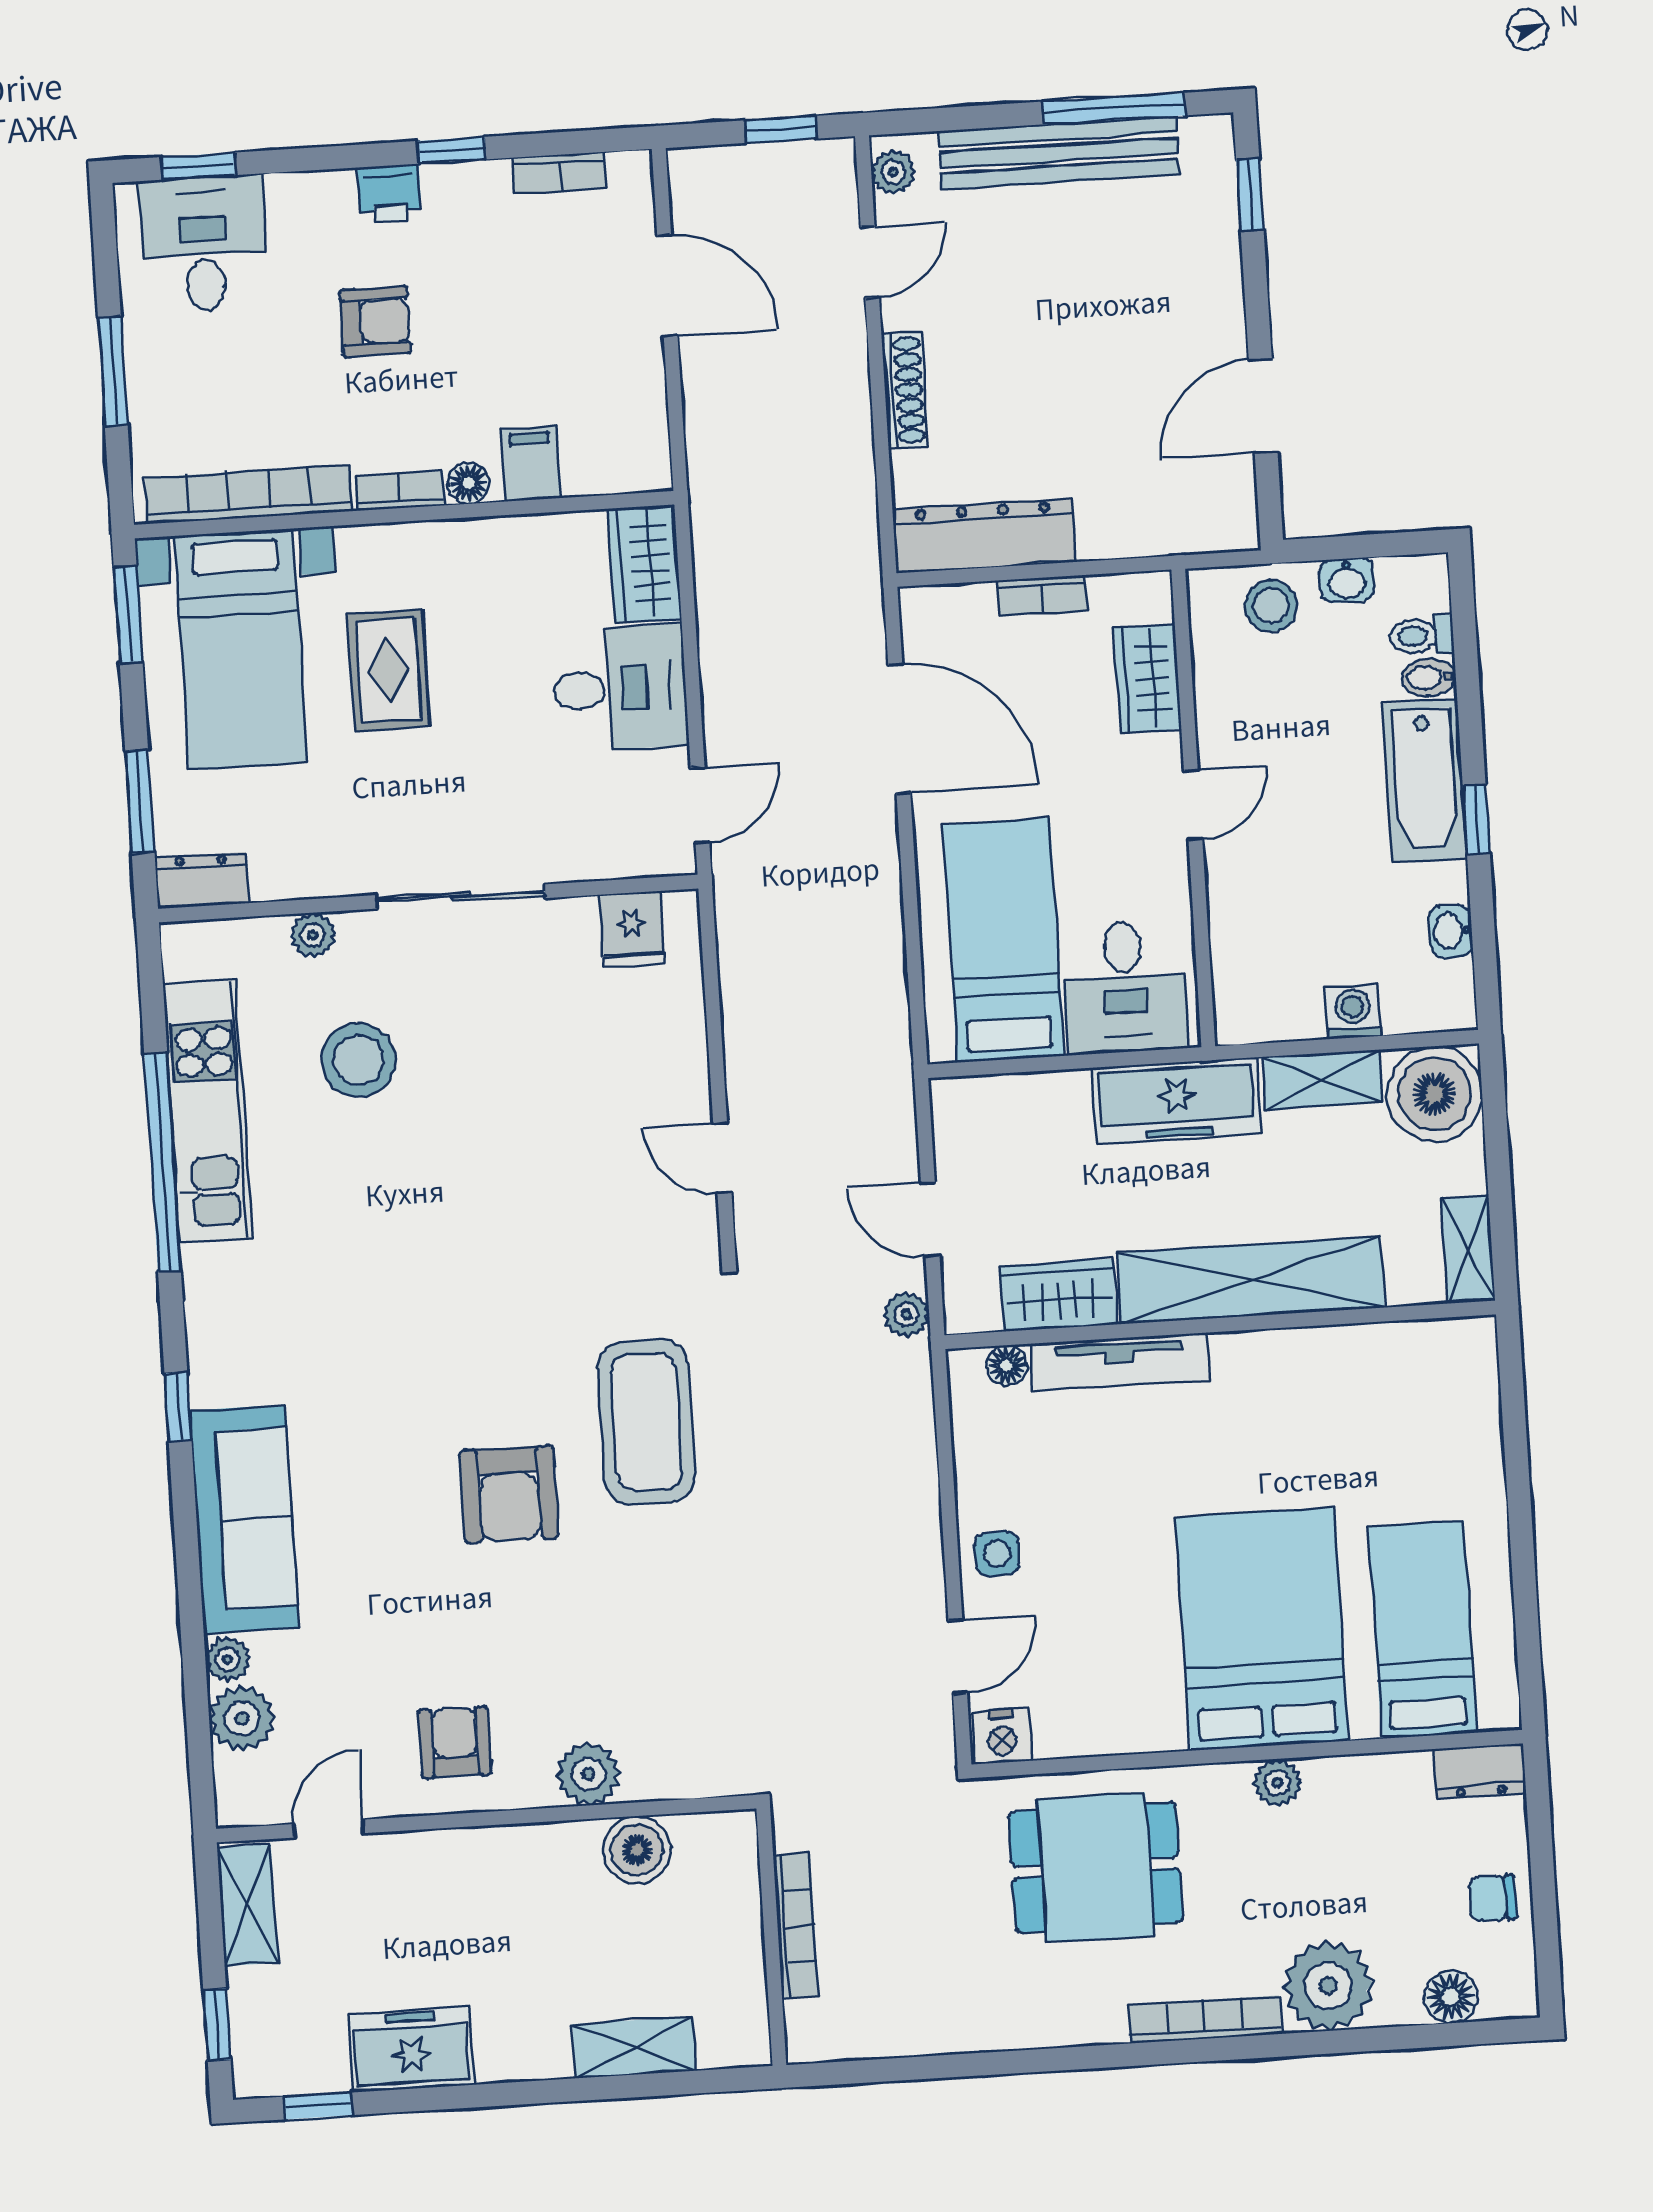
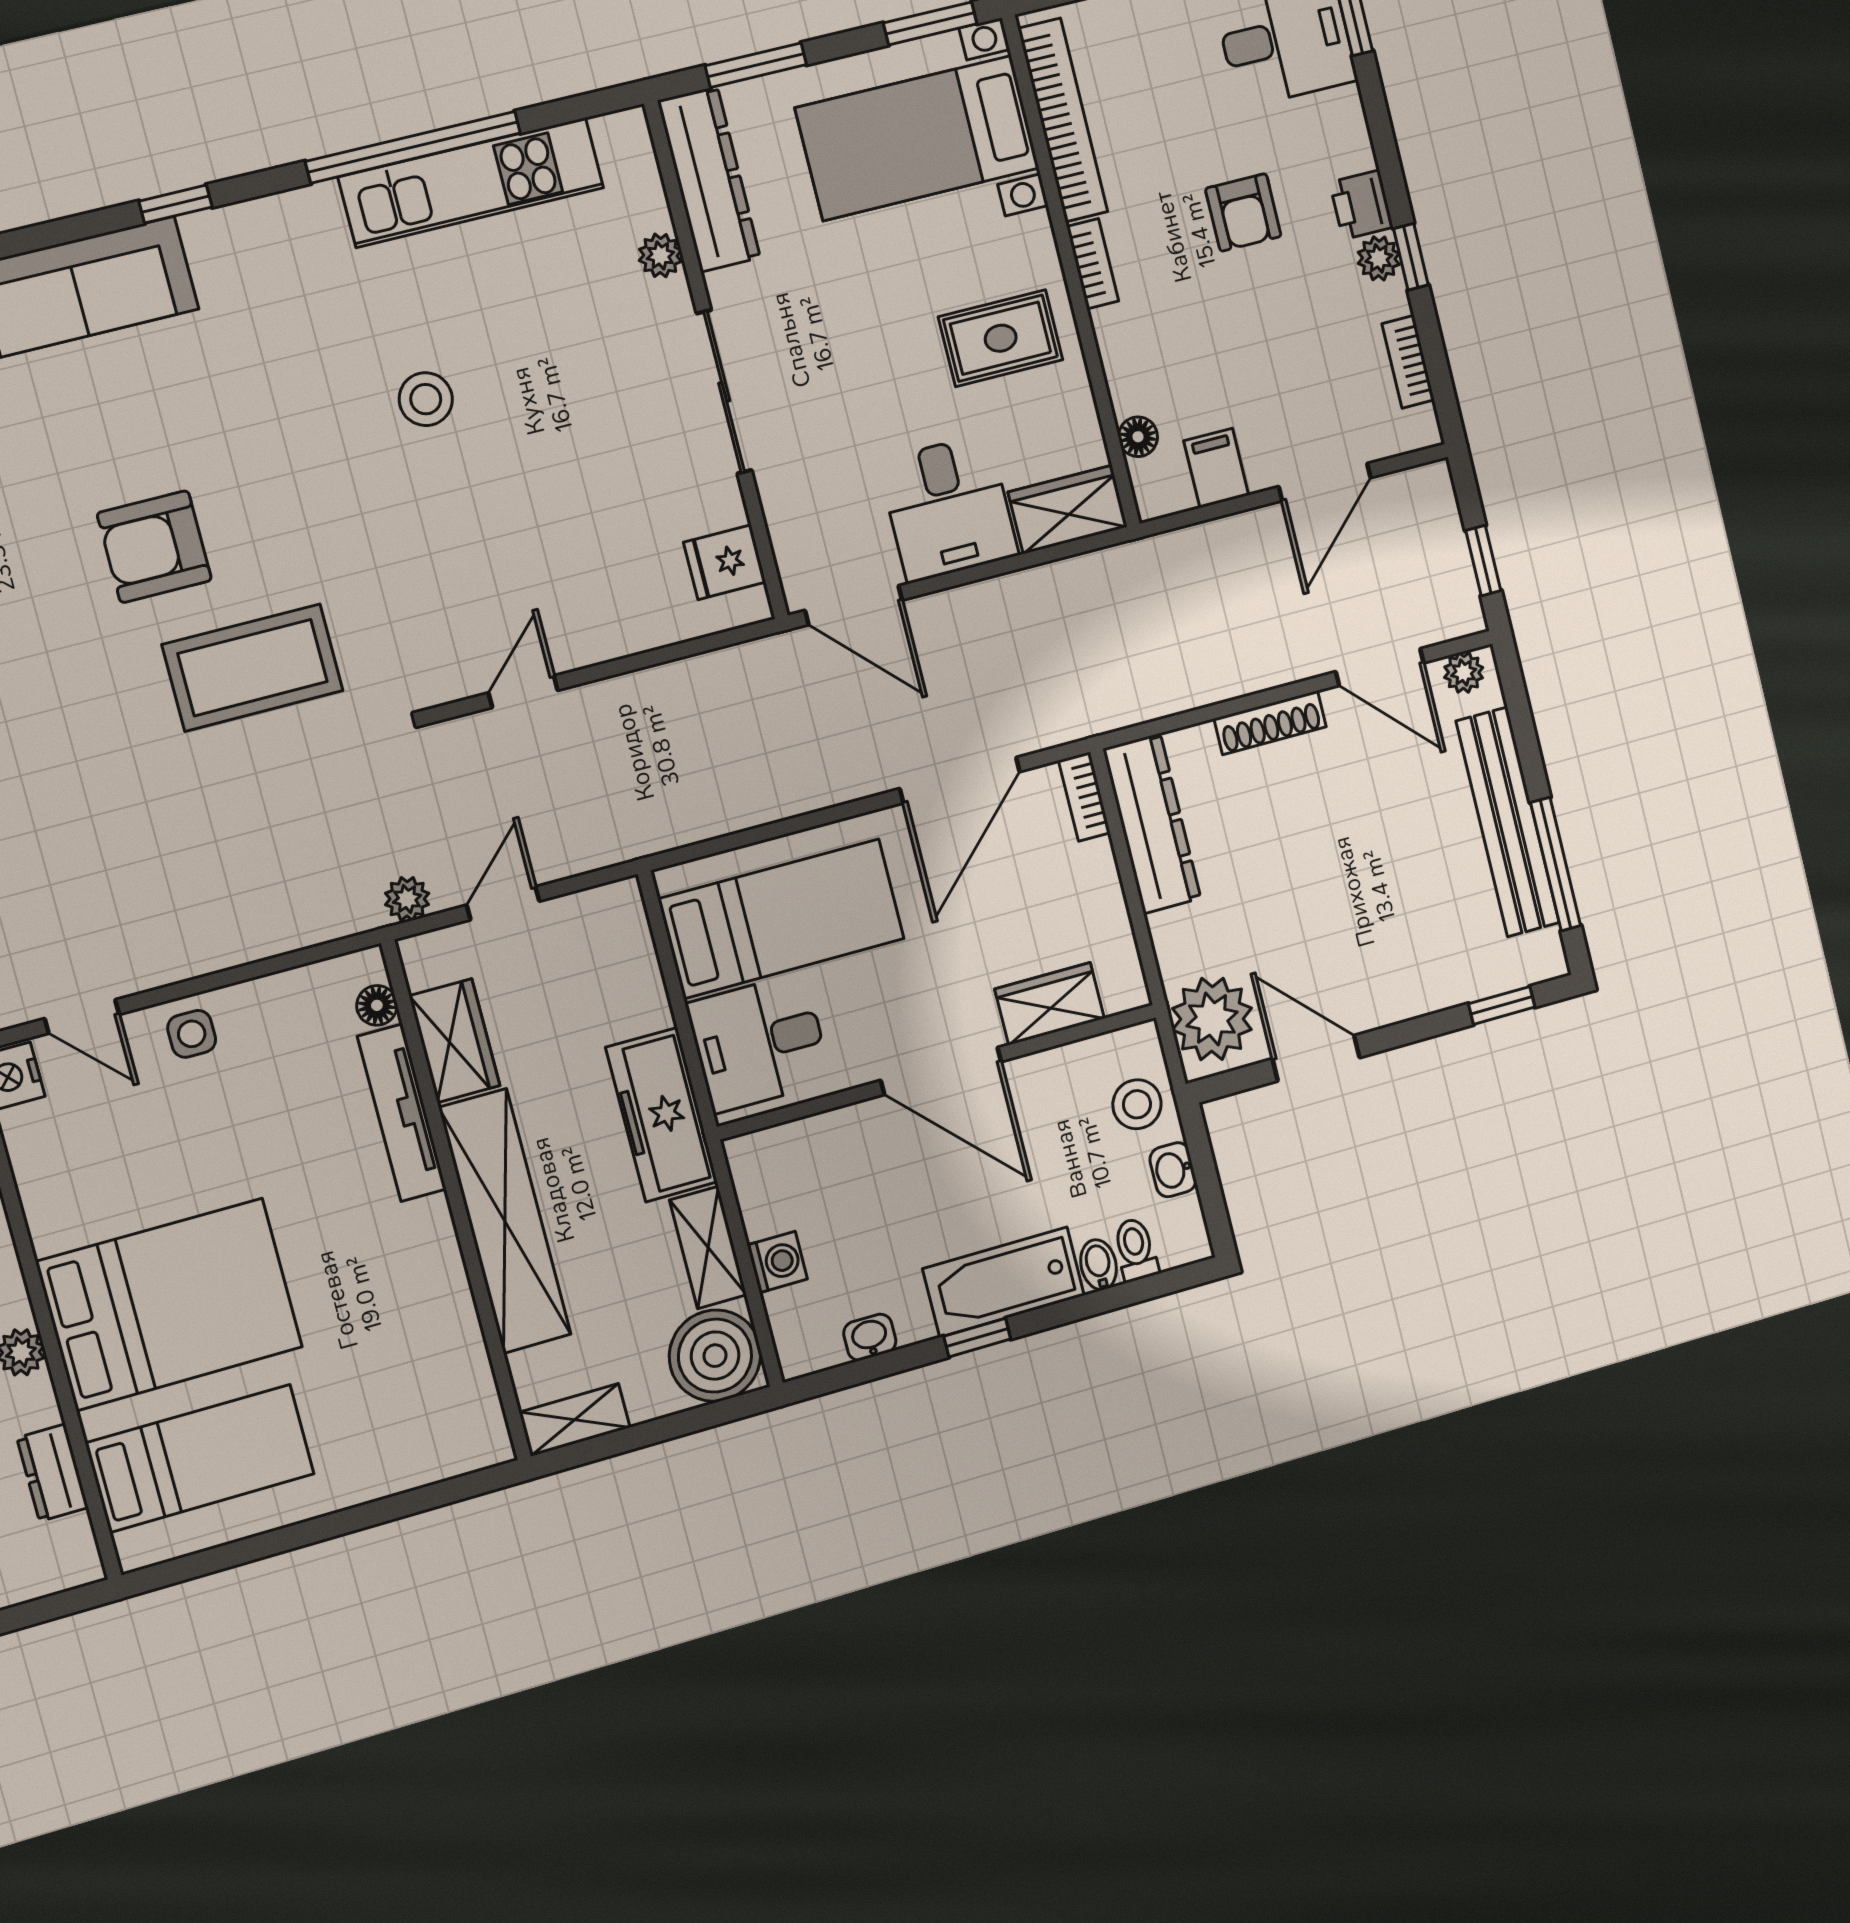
plant: (448, 185) -> (1379, 258), added
door: (870, 262) -> (1380, 667), width x1.38
filing cabinet: (531, 464) -> (1216, 468), moved, turned -90
floor lamp: (468, 483) -> (1138, 437), moved
plant: (1199, 510) -> (1212, 1019), added
bookcase: (1042, 595) -> (1084, 797), moved
rug: (389, 670) -> (1001, 338), moved
door: (700, 805) -> (854, 605), width x1.38
door: (1193, 805) -> (941, 1071), width x1.87
dresser: (202, 880) -> (709, 179), width x1.96, depth x1.24
stool: (358, 1060) -> (426, 399), moved, width x0.73, depth x0.73
dresser: (1480, 1771) -> (53, 1473), moved

